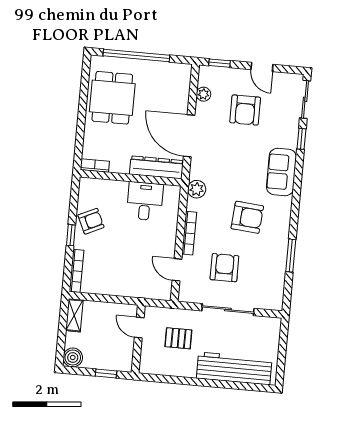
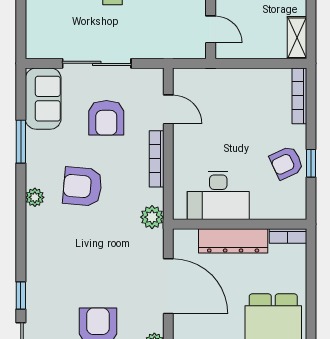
dresser: (156, 167) -> (233, 241), moved
sofa: (281, 172) -> (43, 99), moved
desk: (145, 201) -> (218, 195), width x1.37
plant: (284, 212) -> (35, 197), added
window: (71, 235) -> (311, 163), moved
pallet: (178, 338) -> (158, 20), removed

